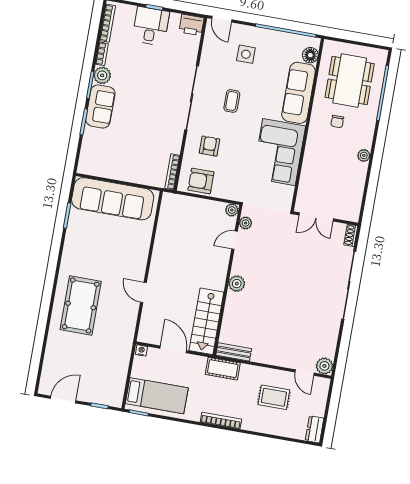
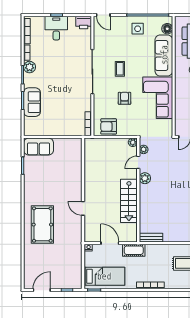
side table: (246, 54) -> (138, 29), moved
sofa: (100, 106) -> (32, 102), moved
armchair: (209, 146) -> (124, 98), moved
sofa: (113, 199) -> (39, 147), width x0.54, depth x0.79
plant: (237, 284) -> (145, 178), moved
stairs: (206, 321) -> (129, 201), moved
cot: (223, 369) -> (134, 250), moved

